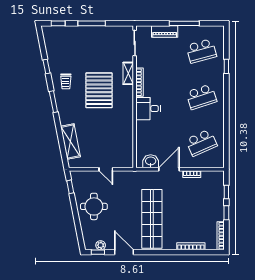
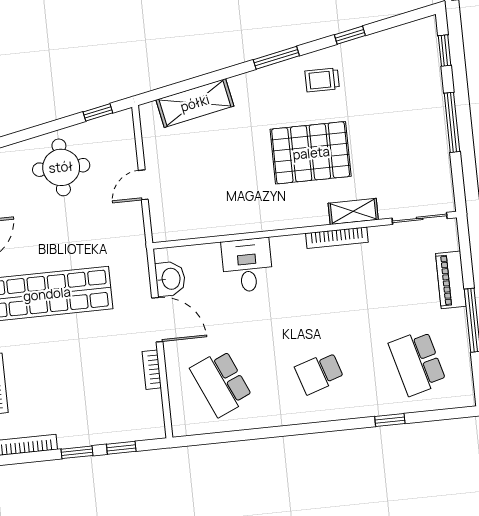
school desk: (201, 97) -> (319, 373), width x0.54
desk: (148, 109) -> (247, 265), moved

